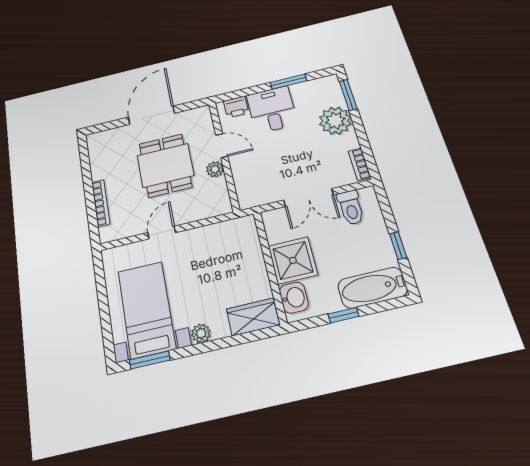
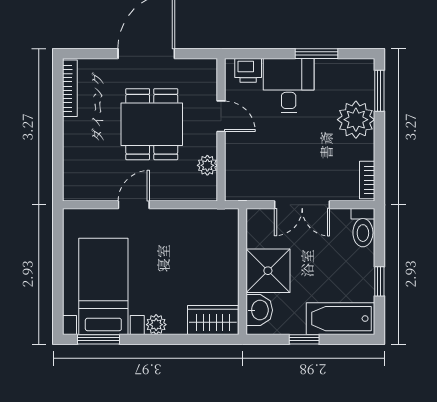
plant: (215, 169) -> (207, 165), moved
bookcase: (101, 203) -> (70, 88), moved
toilet: (351, 208) -> (363, 228), moved

